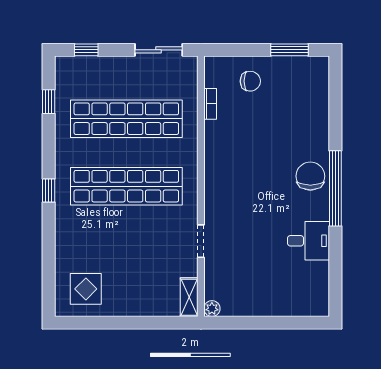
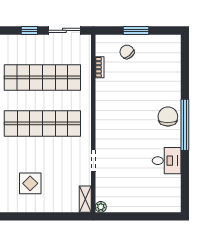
window: (86, 50) -> (29, 30), moved
window: (289, 50) -> (136, 30), moved
chair: (250, 81) -> (127, 52), turned -131
display table: (86, 289) -> (30, 183), moved

